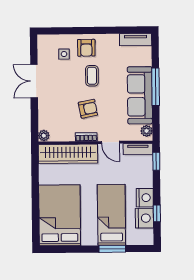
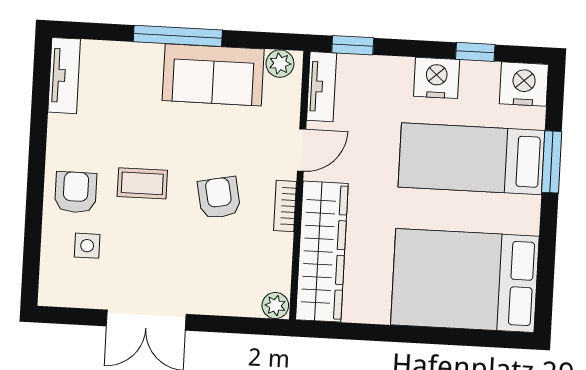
armchair: (86, 48) -> (76, 192), turned -90
sofa: (140, 95) -> (213, 75), width x0.73
nightstand: (144, 218) -> (524, 84), moved

